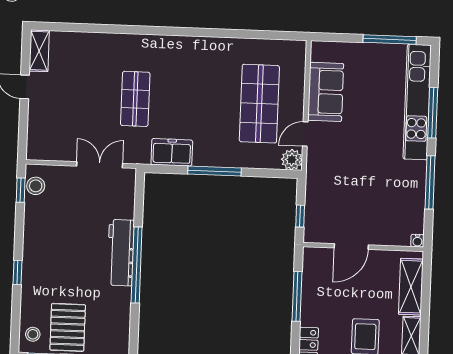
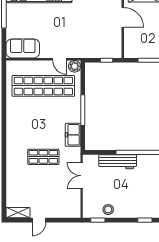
sofa: (326, 92) -> (23, 48), moved
shop shelf: (259, 104) -> (43, 86), width x1.40
stool: (36, 186) -> (108, 210), moved
door: (351, 246) -> (123, 17), moved
workbench: (121, 253) -> (118, 162), moved

